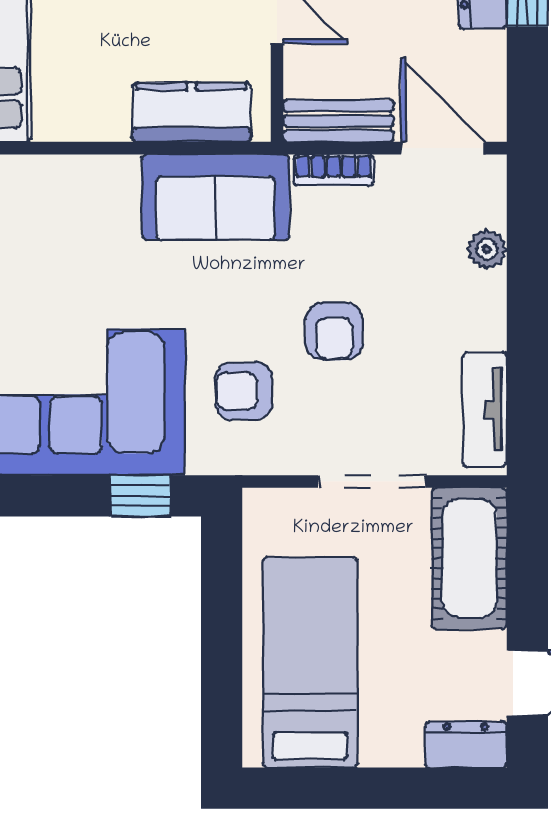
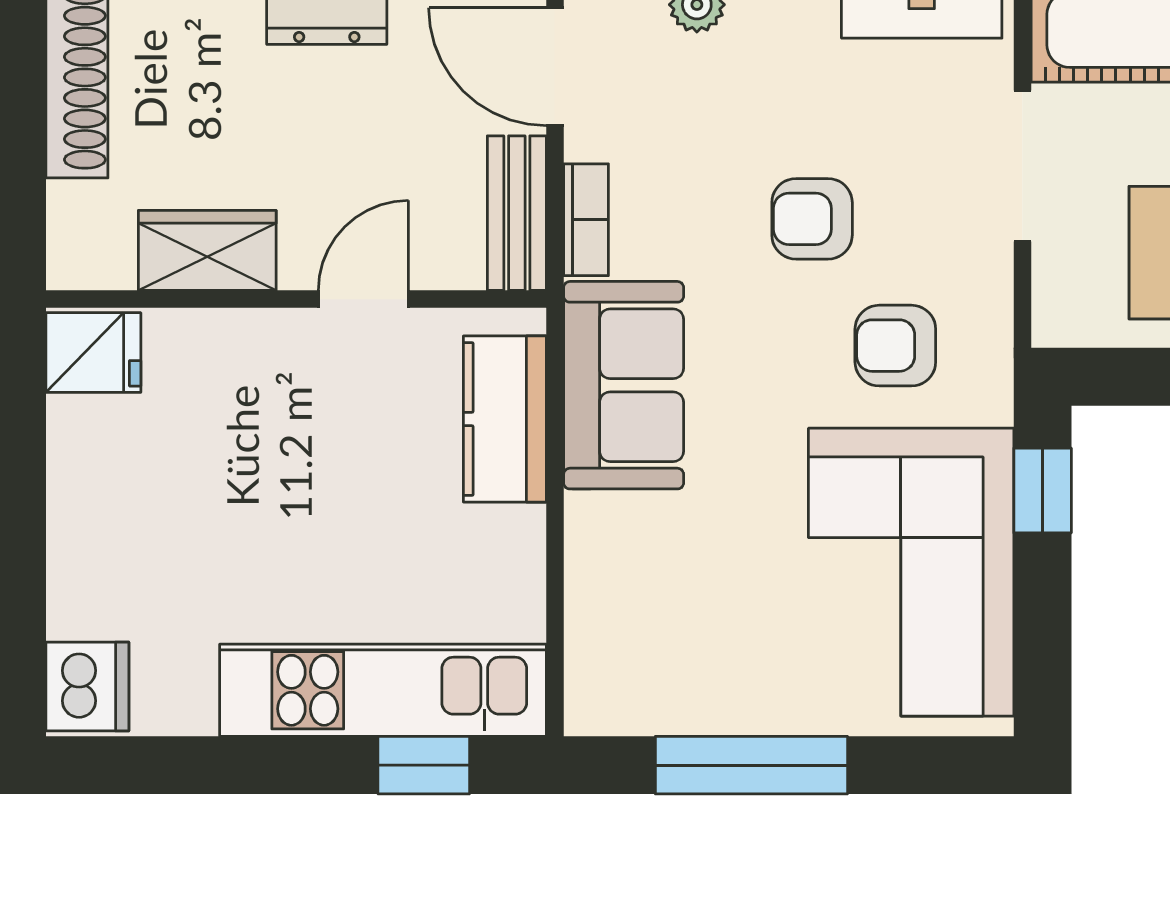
door: (443, 148) -> (555, 67), hinge flipped
armchair: (334, 331) -> (812, 219), turned 180
armchair: (244, 391) -> (895, 346), turned 90

